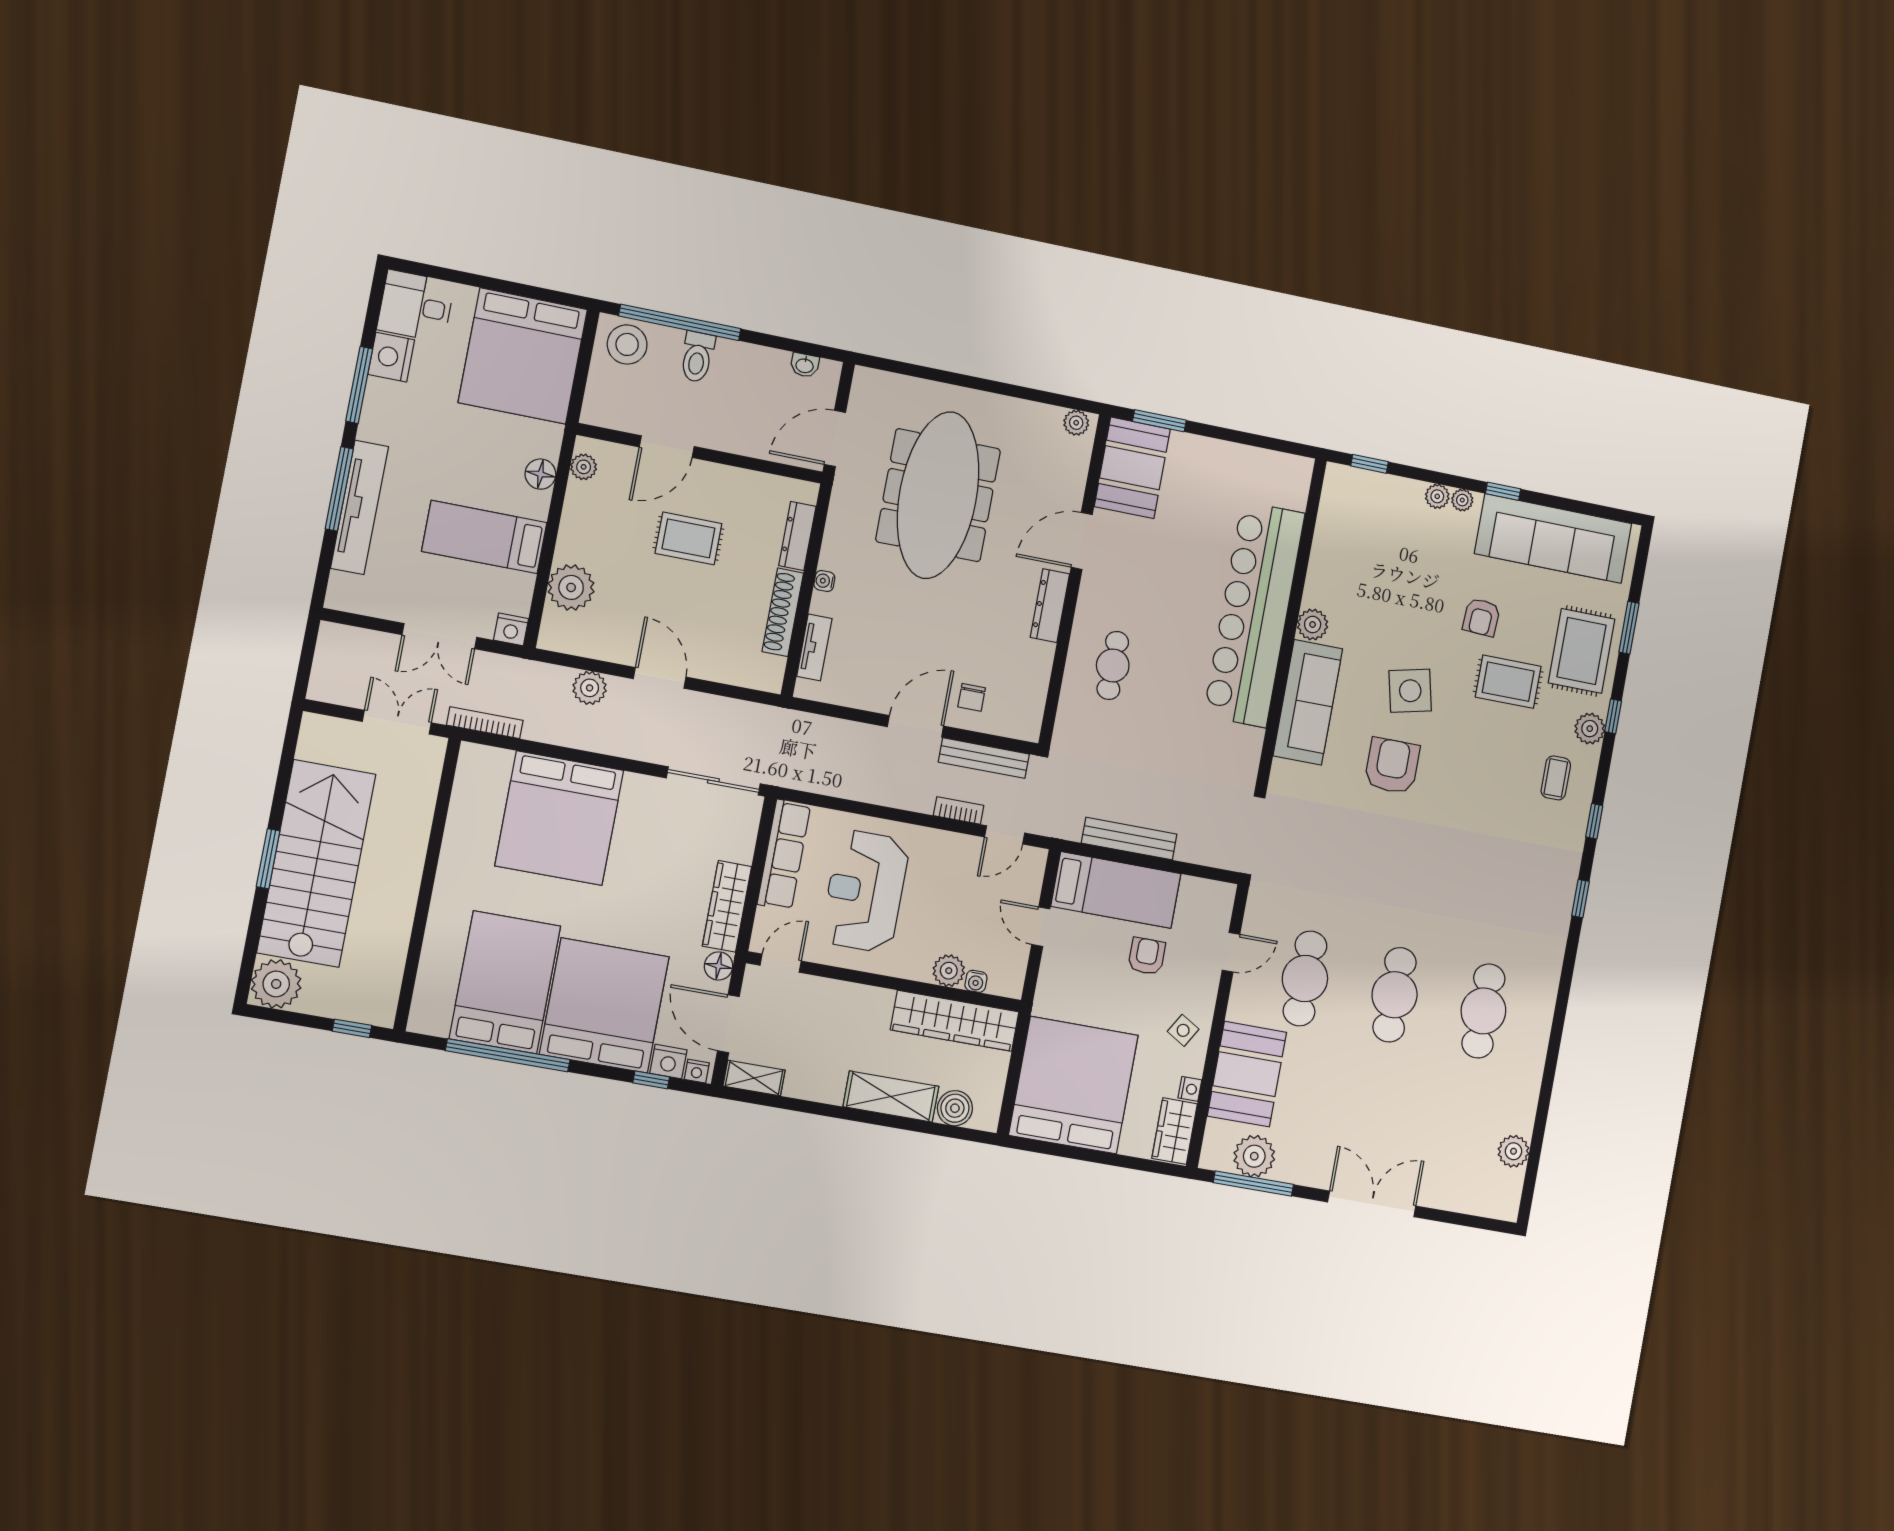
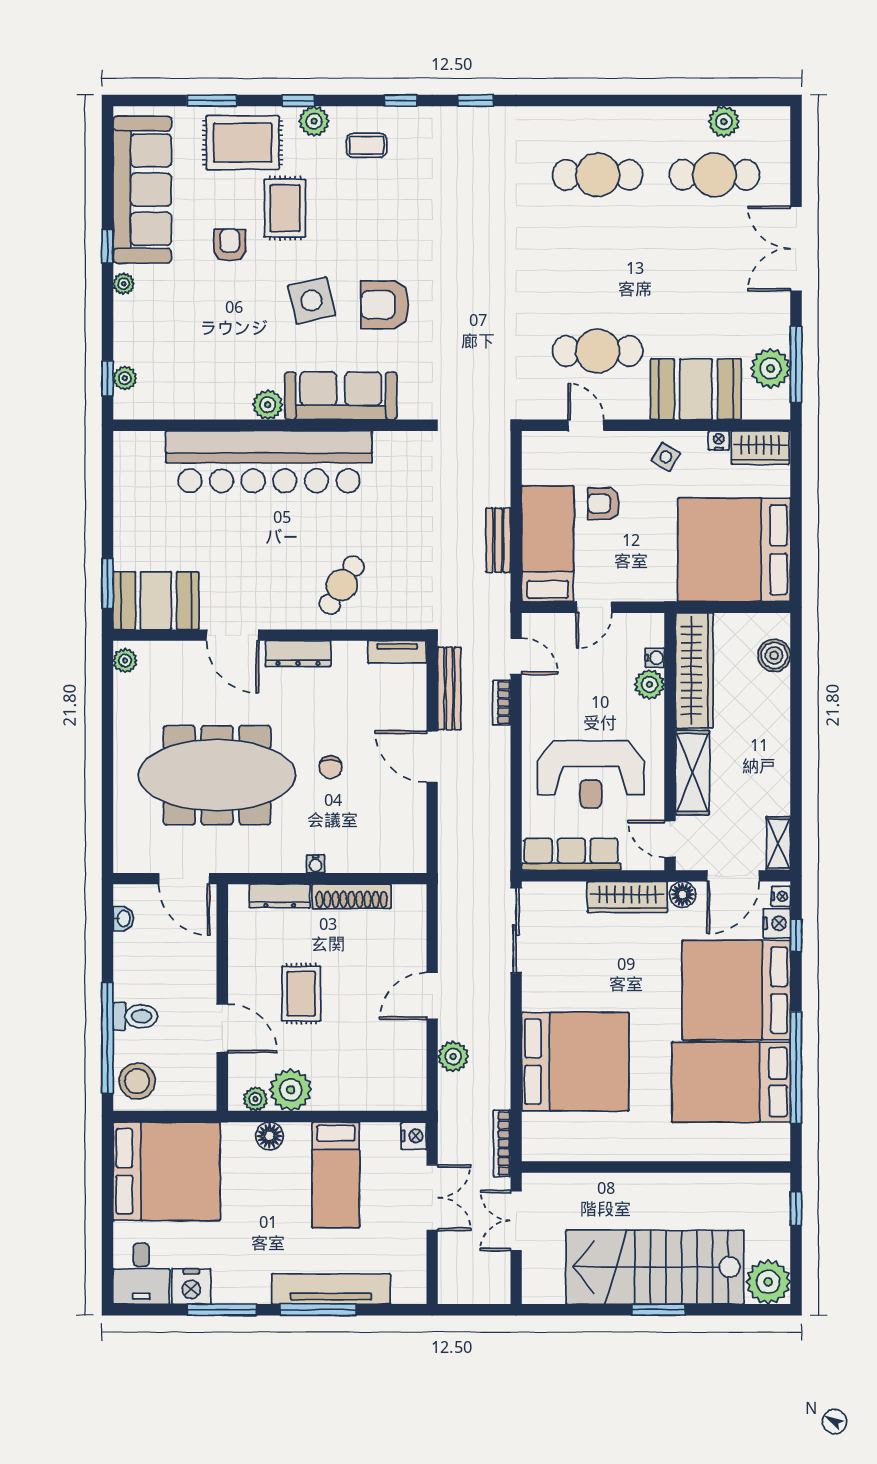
plant: (1437, 496) -> (125, 378), moved
plant: (571, 587) -> (291, 1090), moved
armchair: (1481, 617) -> (230, 245), turned -93
tv unit: (814, 647) -> (397, 652), moved, turned 180
cafe table: (1113, 665) -> (342, 585), turned -58
chair: (972, 697) -> (331, 767), moved, turned 90
bench: (1129, 839) -> (498, 540), width x0.73
cafe table: (1395, 995) -> (714, 175), moved
shelving: (891, 1096) -> (692, 773), moved

